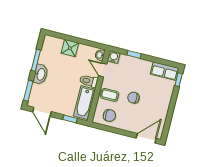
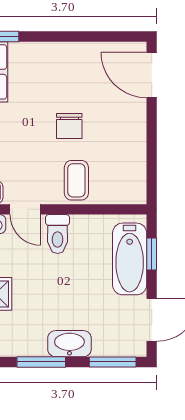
door: (103, 70) -> (25, 209), hinge flipped
bathtub: (84, 103) -> (130, 259), moved, turned 90
chair: (109, 115) -> (122, 169), removed

